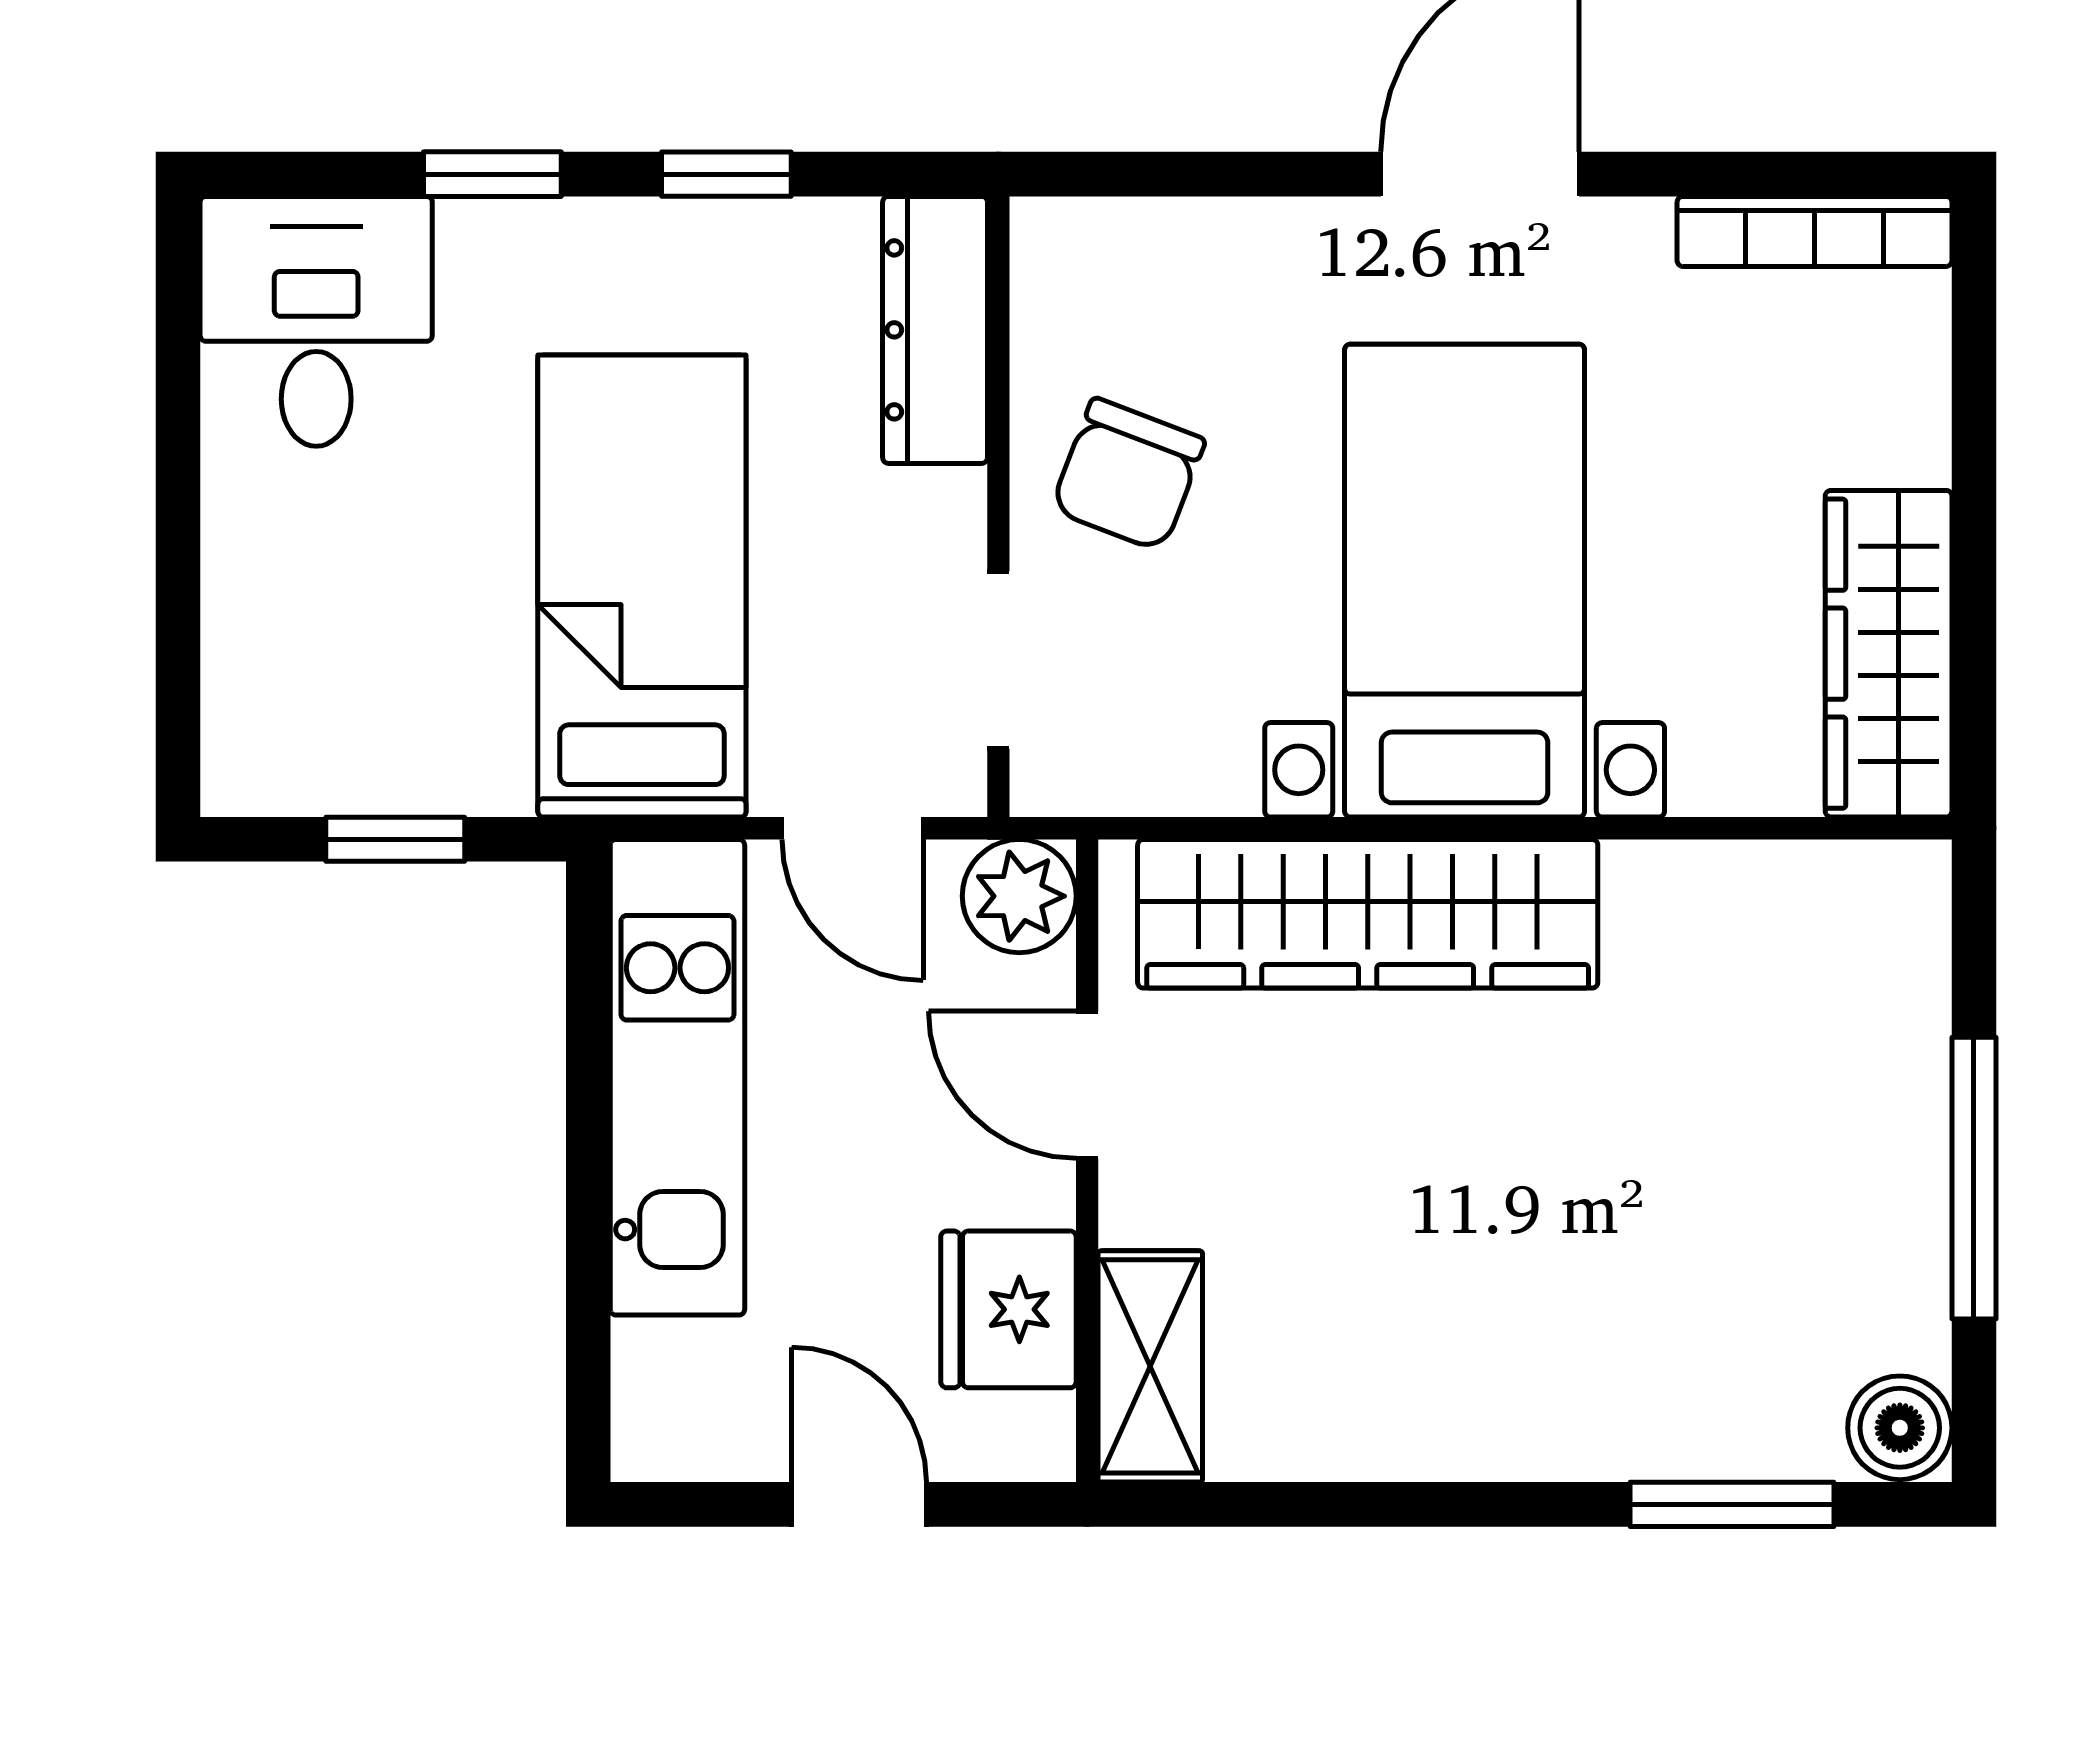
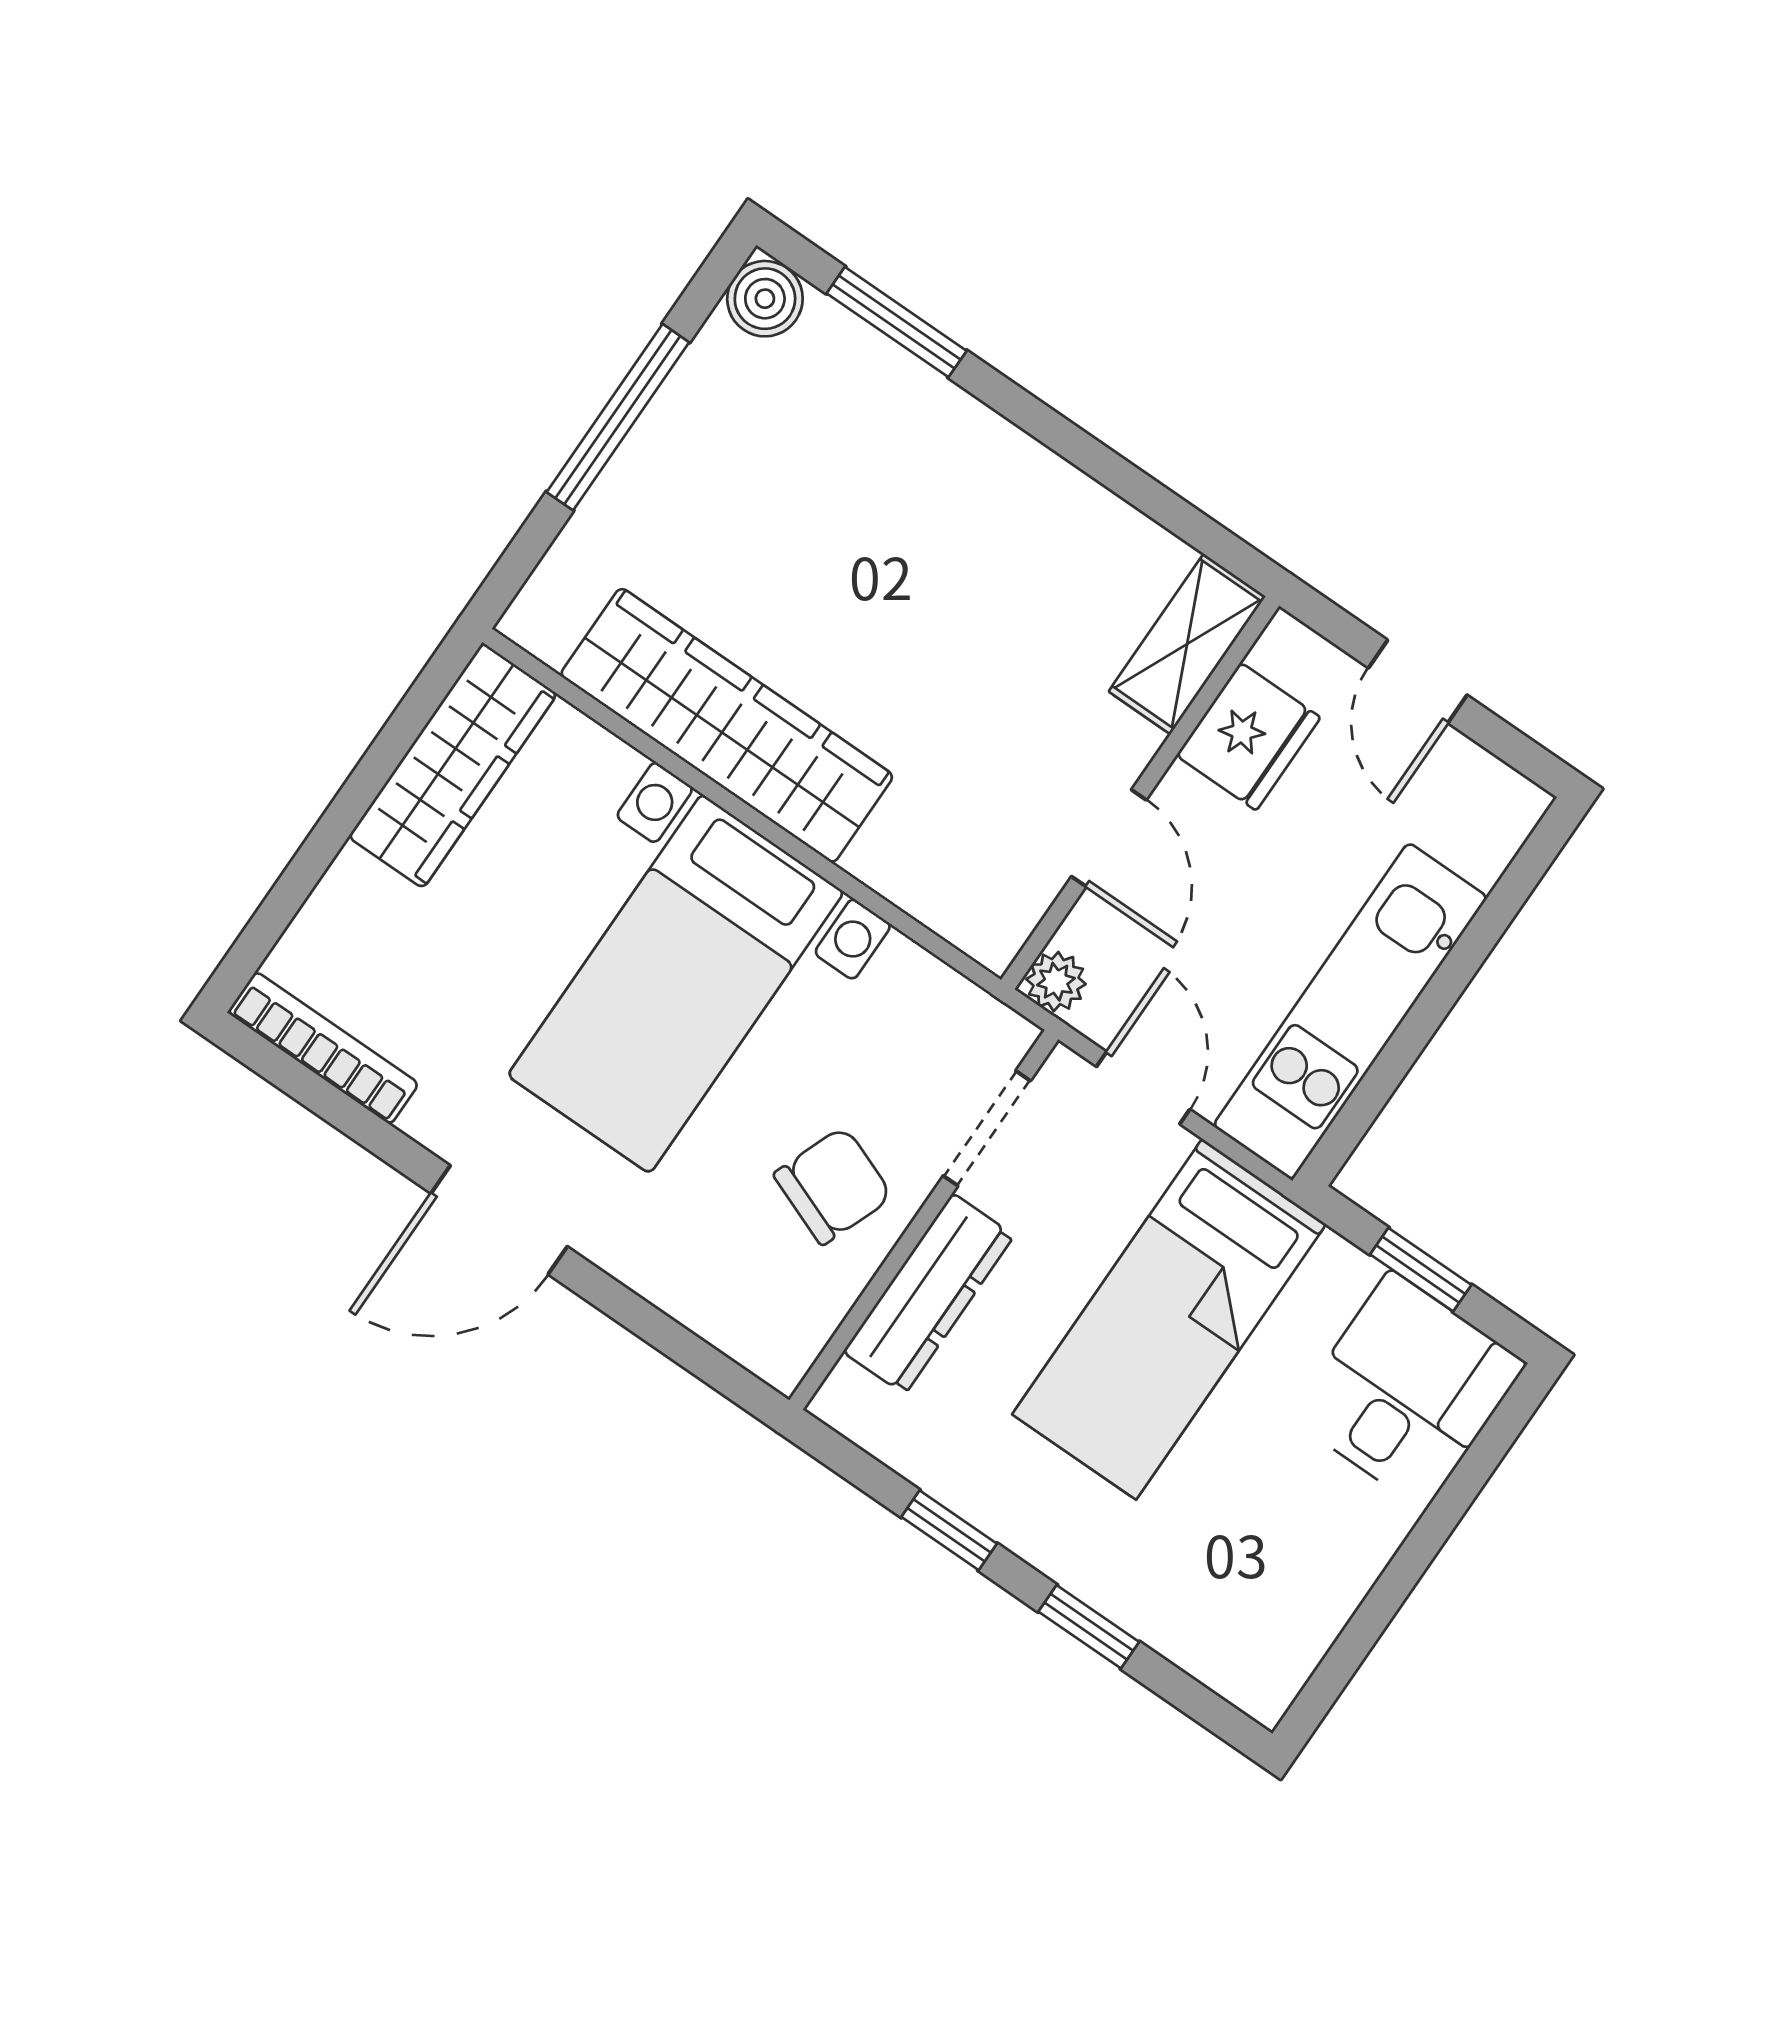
desk: (316, 321) -> (1407, 1390), moved, turned 180
dresser: (935, 330) -> (929, 1294), moved
plant: (1019, 896) -> (1056, 982), width x0.73, depth x0.73
wardrobe: (1368, 914) -> (727, 725), moved

